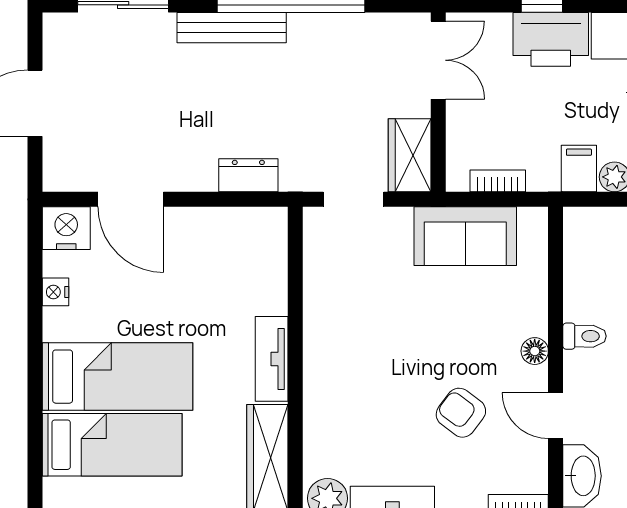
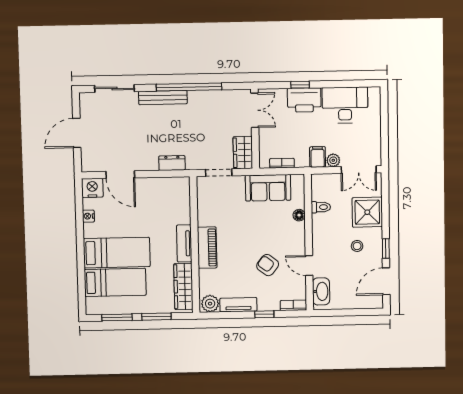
toilet: (584, 336) -> (321, 207), moved
floor lamp: (535, 351) -> (299, 215), moved
piano: (324, 370) -> (207, 248), added

